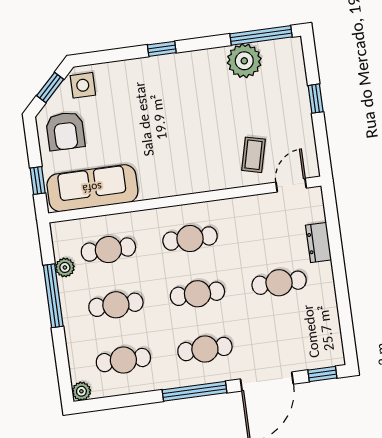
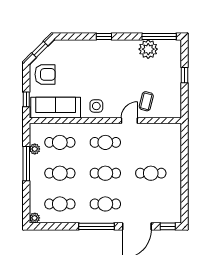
side table: (83, 85) -> (96, 106), moved
armchair: (65, 131) -> (45, 74), turned -90
door: (291, 185) -> (129, 121), moved
dresser: (319, 243) -> (175, 154), removed

